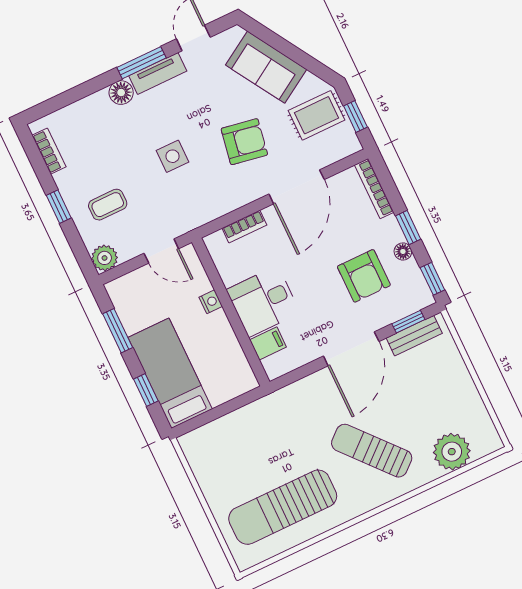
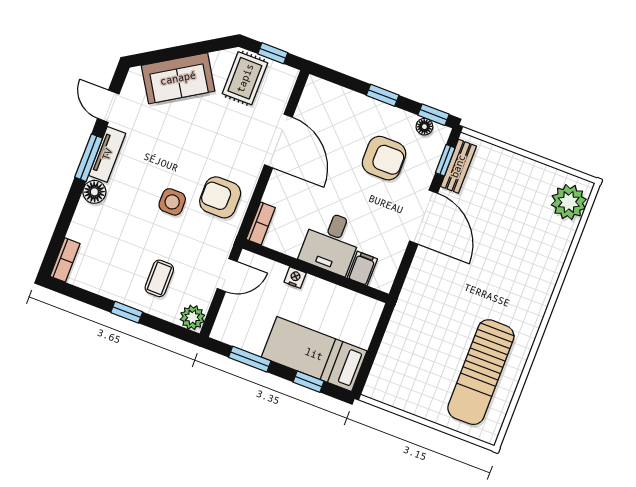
armchair: (244, 142) -> (220, 197), moved, turned -100
bookcase: (49, 151) -> (65, 260), moved, turned 90
bookcase: (374, 189) -> (333, 91), removed
bookcase: (244, 226) -> (261, 223), moved
floor lamp: (403, 251) -> (424, 127), moved
sun lounger: (372, 451) -> (505, 274), removed
plant: (452, 452) -> (569, 202), moved

